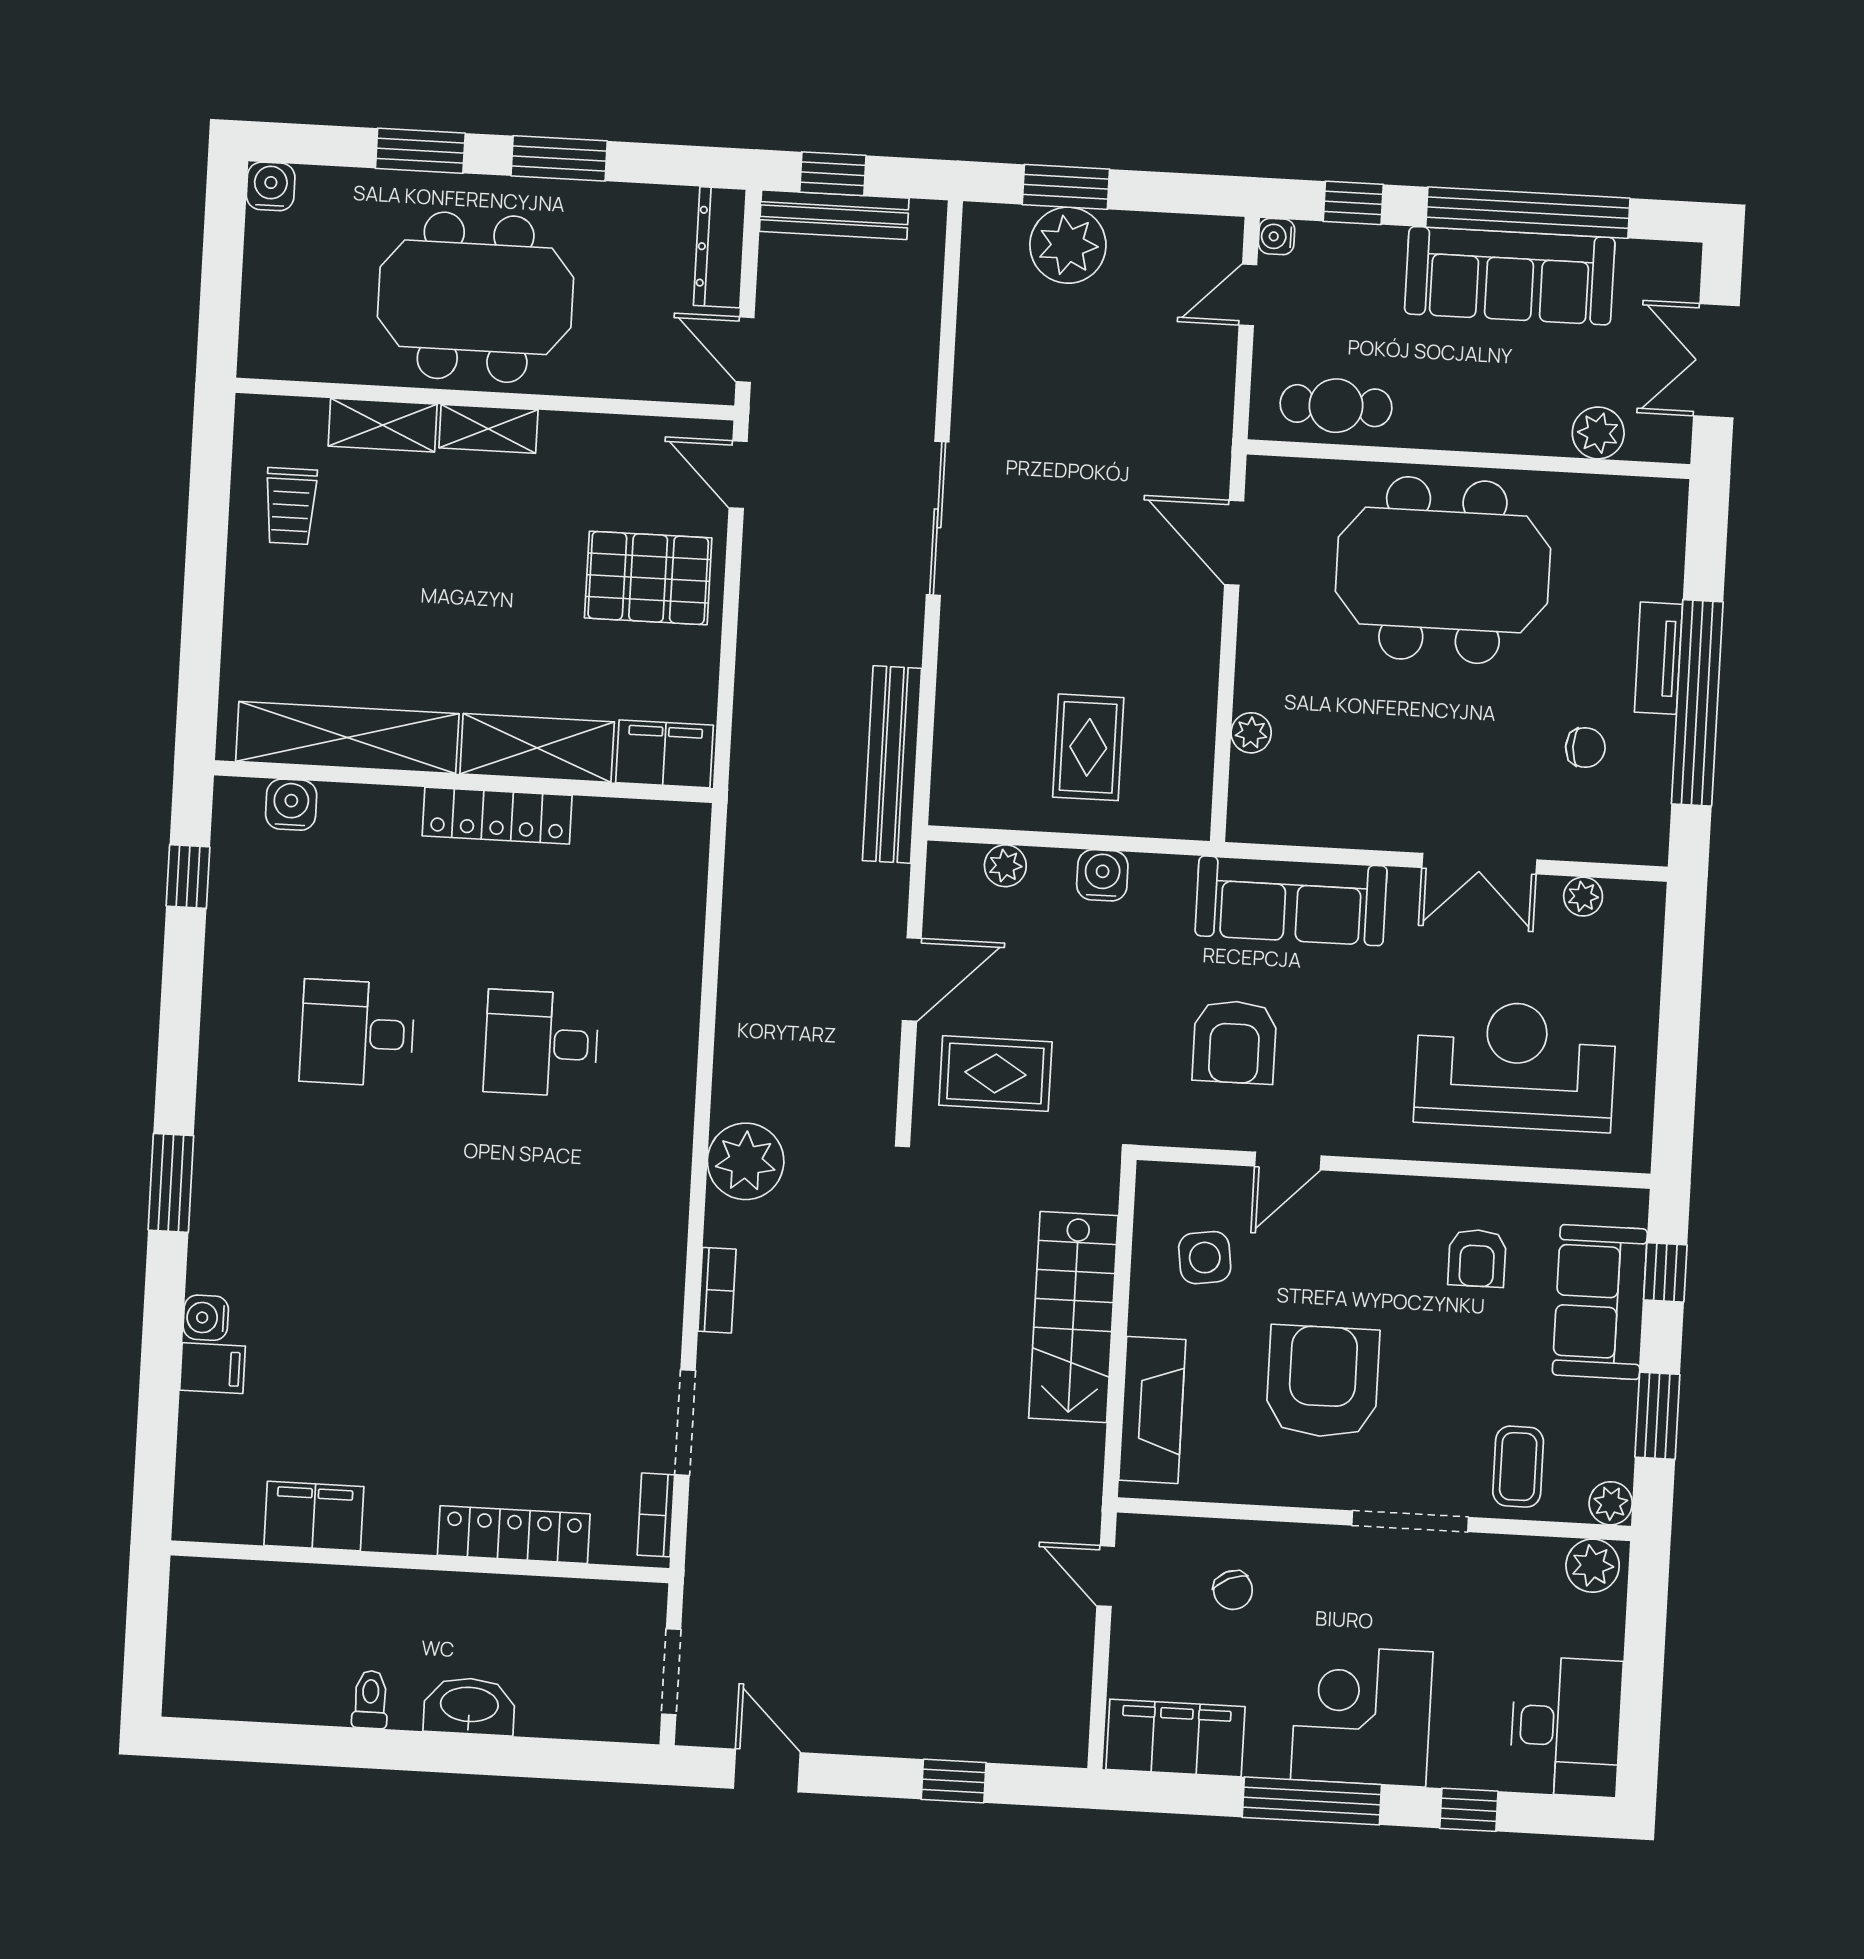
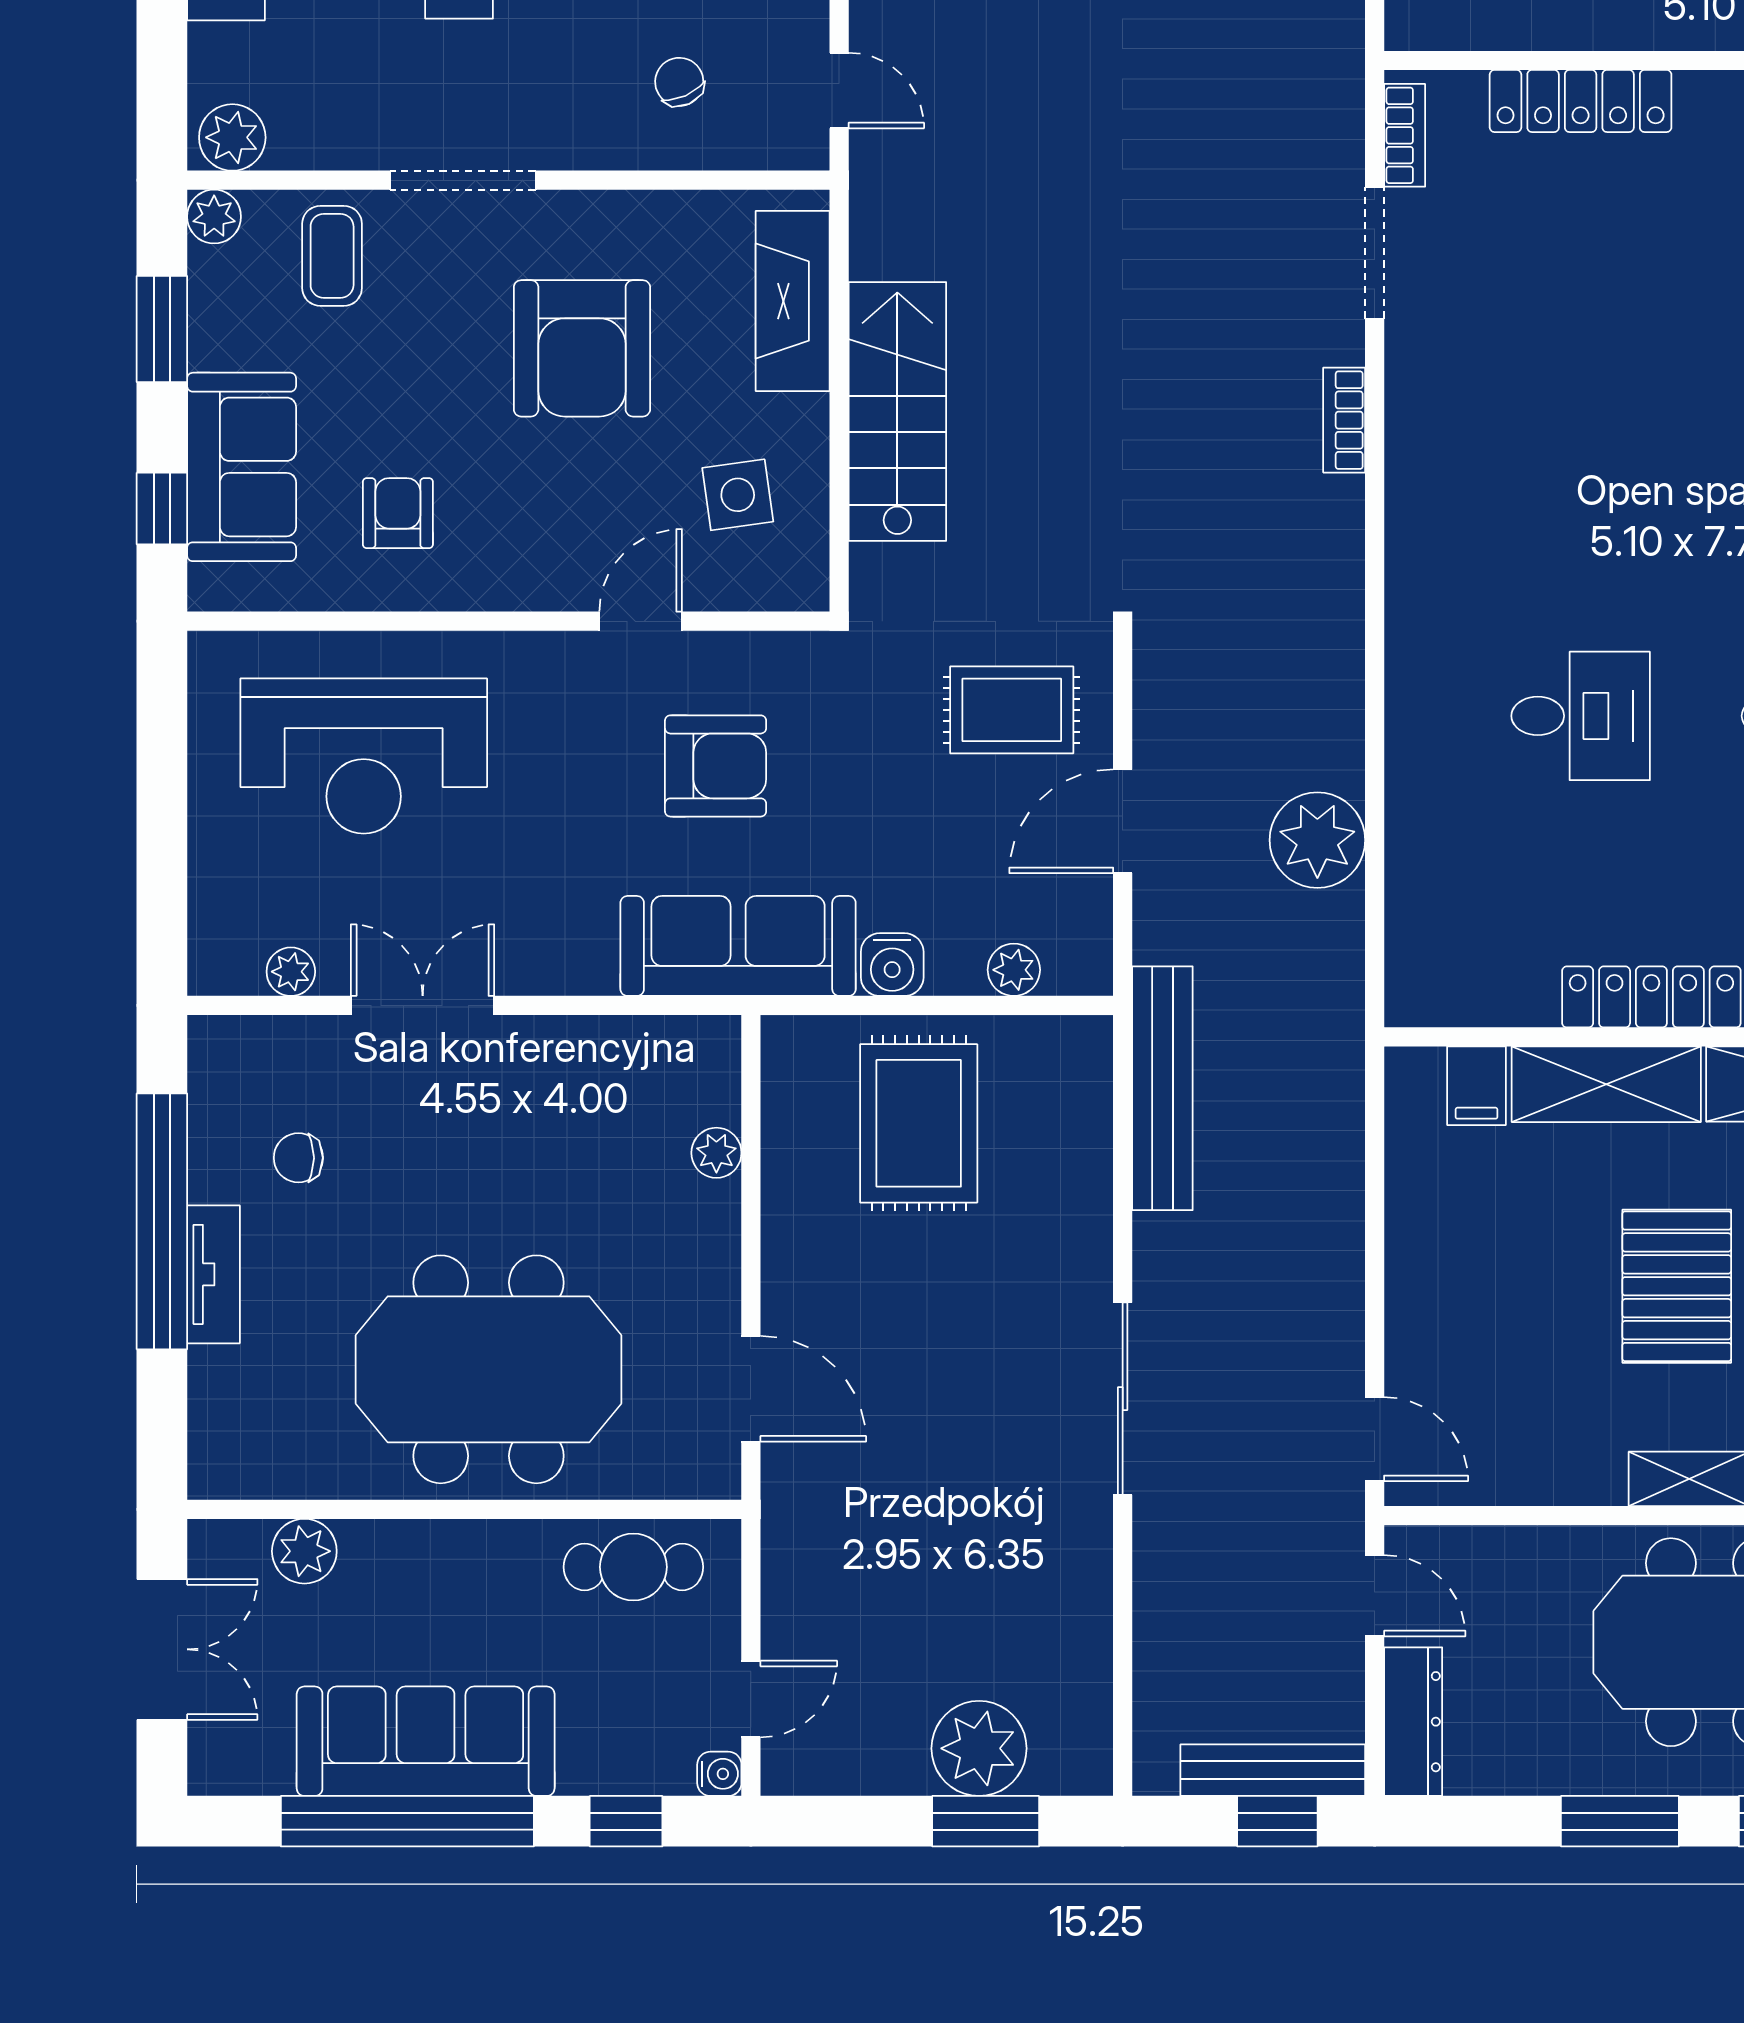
pallet: (648, 578) -> (1677, 1286), moved, turned 90
rug: (1088, 747) -> (919, 1123), width x1.36, depth x1.43
filing cabinet: (664, 754) -> (1476, 1086), width x0.50
sofa: (1291, 901) -> (738, 946), moved
armchair: (1235, 1042) -> (716, 766), turned 90
plant: (746, 1161) -> (1317, 840), moved

